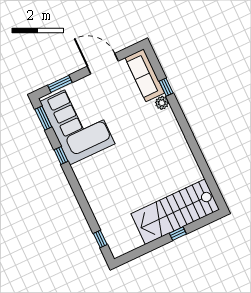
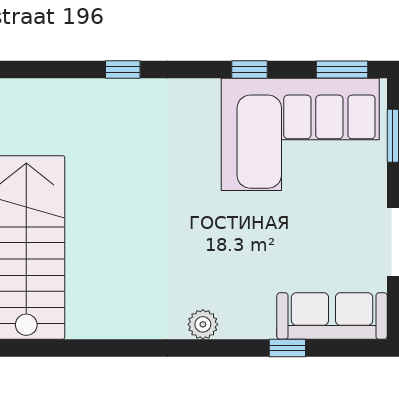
plant: (162, 103) -> (203, 324), moved
window: (100, 239) -> (123, 70), moved

